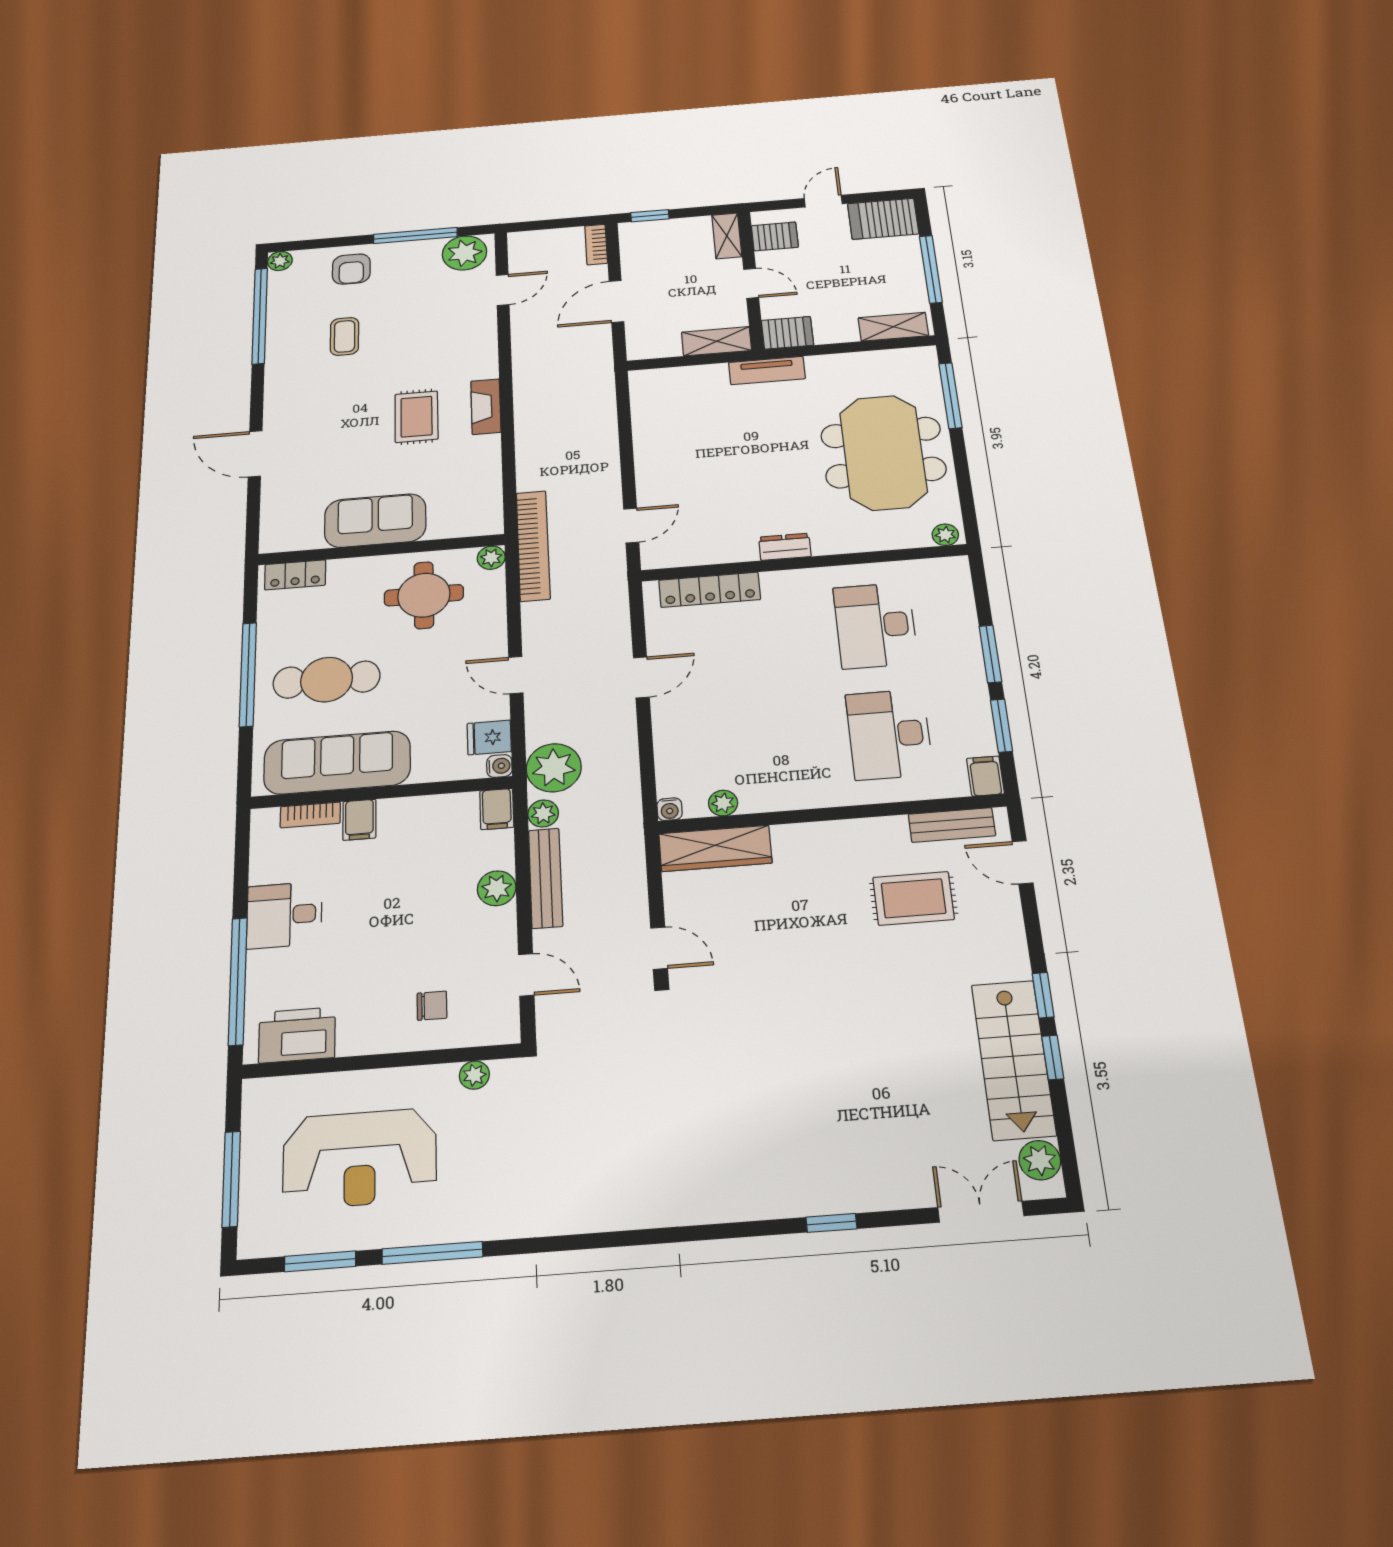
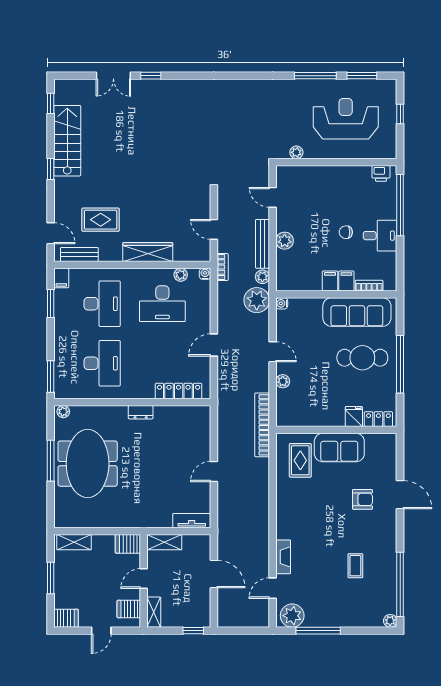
server rack: (883, 219) -> (66, 618), width x0.73, depth x0.70
bookcase: (596, 244) -> (223, 267), moved
armchair: (351, 269) -> (362, 499), moved, turned 90
window: (931, 269) -> (51, 578), width x0.69
door: (751, 283) -> (144, 578), hinge flipped
door: (616, 301) -> (214, 574), hinge flipped
tv unit: (767, 371) -> (192, 521), moved
window: (950, 396) -> (51, 461), moved
fireplace: (486, 407) -> (283, 557), moved
rug: (416, 417) -> (300, 460), moved
door: (631, 526) -> (214, 472), moved
plant: (491, 558) -> (283, 381), moved
round table: (424, 595) -> (316, 401), removed
window: (990, 654) -> (51, 377), moved
fridge: (489, 737) -> (354, 416), moved, turned -90
desk: (758, 745) -> (162, 304), added
filing cabinet: (497, 809) -> (330, 281), moved
wardrobe: (715, 848) -> (148, 252), moved
door: (659, 948) -> (214, 229), moved
chair: (432, 1006) -> (346, 232), moved
printer: (297, 1035) -> (381, 173), width x0.53, depth x0.68
window: (1053, 1057) -> (51, 103), moved
plant: (1040, 1160) -> (62, 96), removed
window: (231, 1179) -> (400, 114), width x0.46
double door: (981, 1212) -> (113, 76), moved

